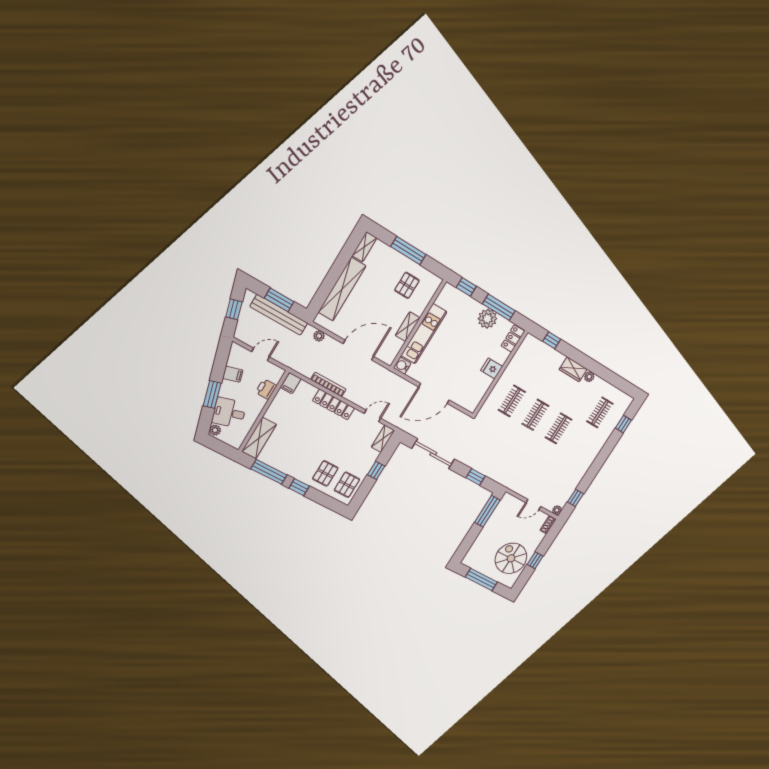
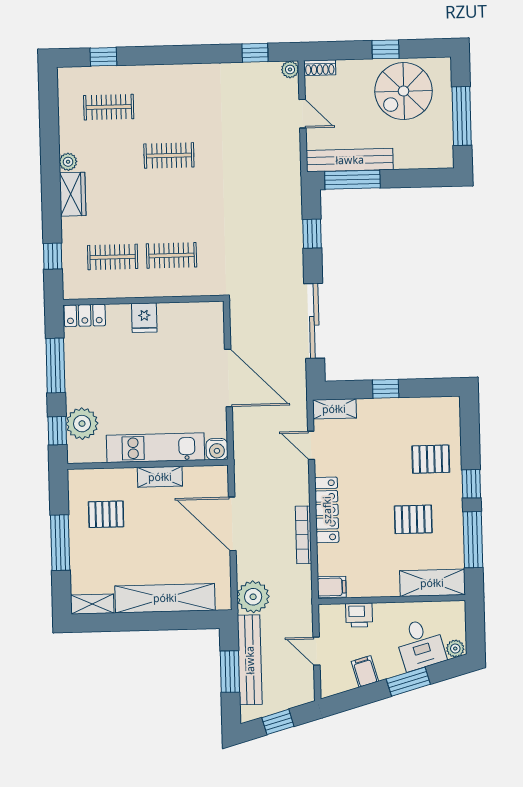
plant: (487, 319) -> (82, 424), moved
plant: (319, 336) -> (253, 597), width x1.87, depth x1.87
clothes rail: (535, 415) -> (113, 257), moved
pallet: (347, 485) -> (413, 519), moved
bench: (497, 515) -> (350, 160), added

